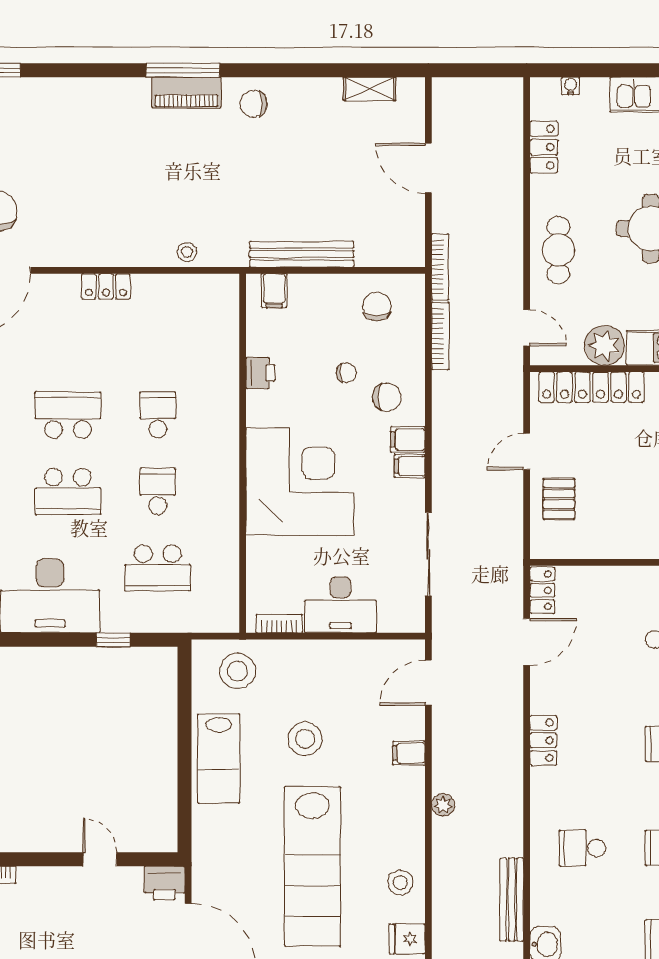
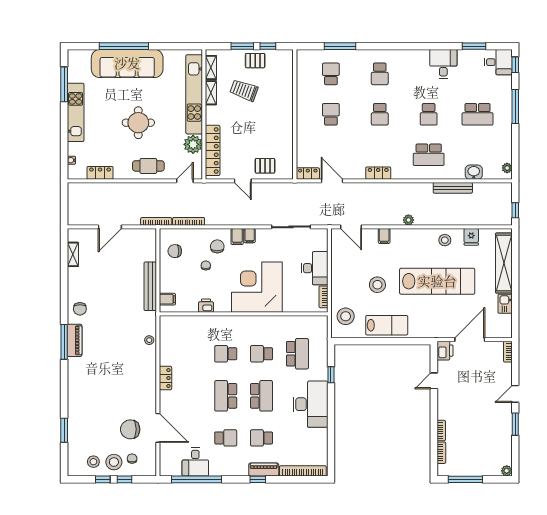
school desk: (582, 848) -> (429, 155), width x1.85

